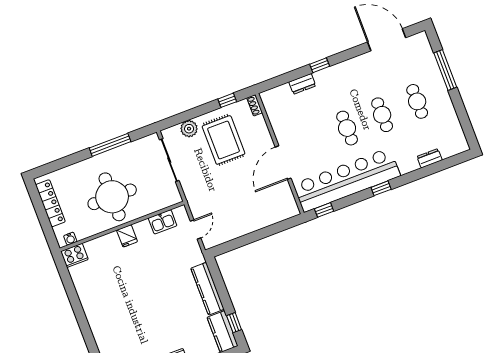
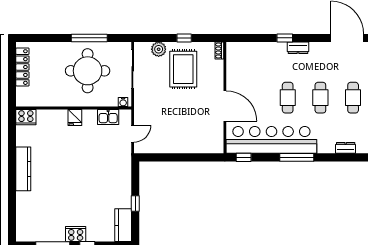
dresser: (302, 84) -> (298, 48), moved
window: (227, 100) -> (184, 38), moved
door: (283, 163) -> (225, 106), swing flipped
window: (381, 188) -> (297, 157), width x2.17
round table: (112, 197) -> (88, 71), moved
water cooler: (70, 239) -> (123, 102), moved
kitchen counter: (207, 289) -> (23, 169), moved, turned 180
window: (234, 323) -> (135, 204), moved

